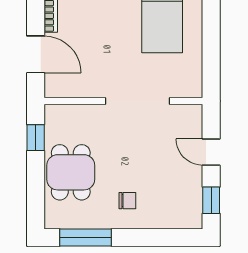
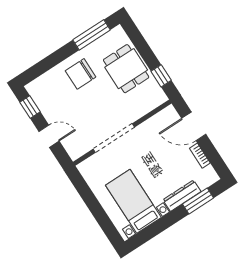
chair: (127, 201) -> (81, 74), width x1.87, depth x1.87

